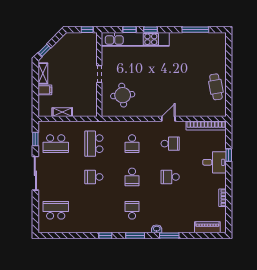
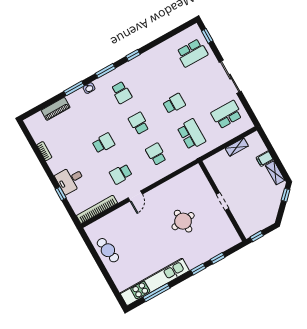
kitchen unit: (135, 39) -> (155, 282), moved
round table: (123, 95) -> (183, 221), moved
window: (35, 139) -> (207, 36), moved
piano: (207, 227) -> (56, 109), moved

